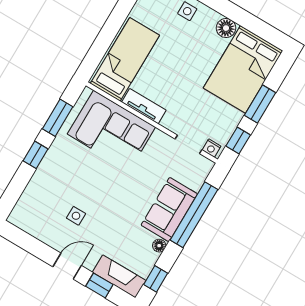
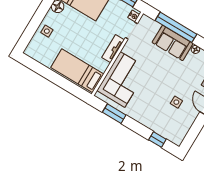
tv unit: (144, 106) -> (113, 49), moved
window: (36, 155) -> (157, 140), moved

